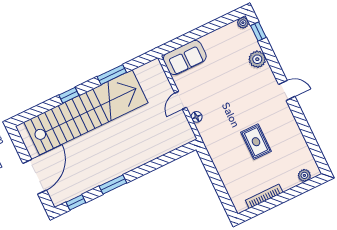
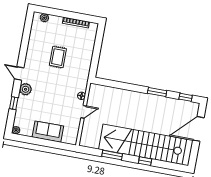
window: (258, 32) -> (14, 103), moved
sofa: (185, 58) -> (48, 132), moved
plant: (257, 59) -> (26, 89), moved

